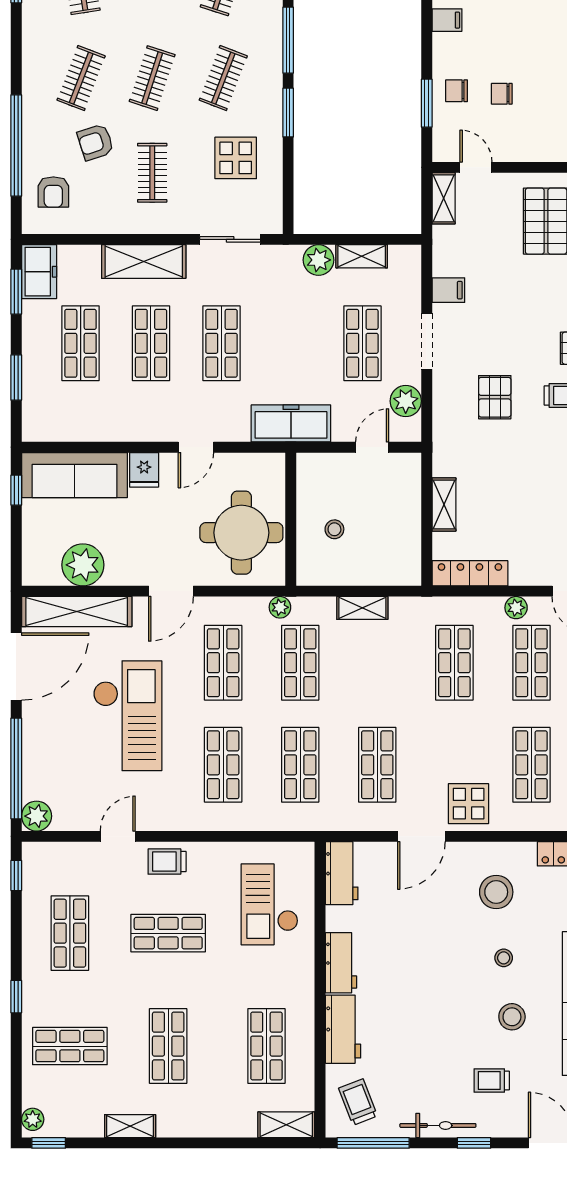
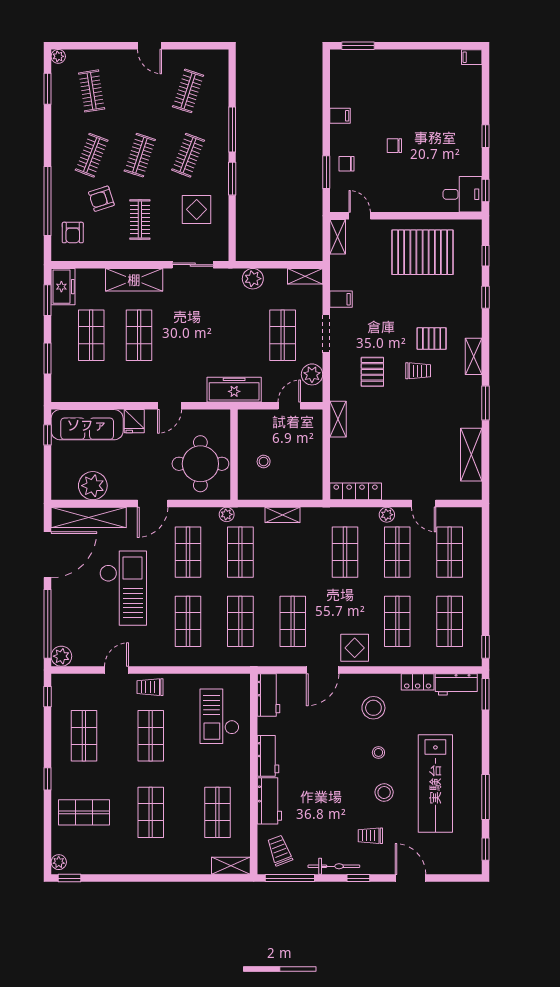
chair: (502, 94) -> (394, 146), moved
shelving: (362, 256) -> (305, 276), moved
shop shelf: (221, 343) -> (187, 335), removed
shelving: (444, 505) -> (338, 419), moved
shop shelf: (168, 933) -> (151, 736), turned 90
shelving: (130, 1126) -> (125, 867), removed

